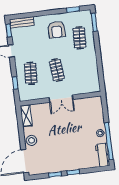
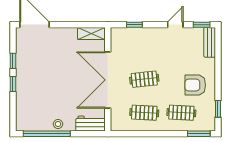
clothes rail: (31, 73) -> (144, 113), moved
double door: (61, 99) -> (108, 80), width x1.87
stool: (31, 140) -> (60, 36), removed
workbench: (102, 155) -> (90, 124), moved

